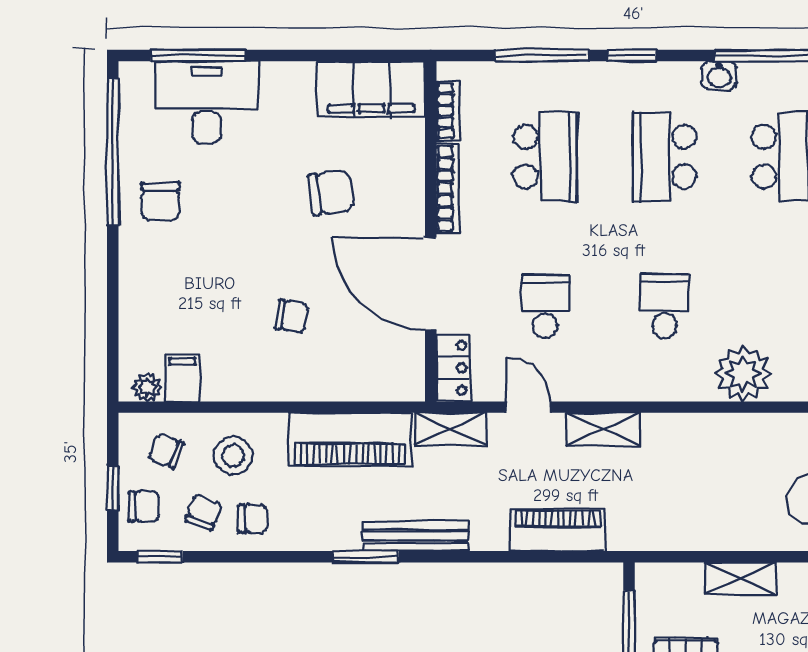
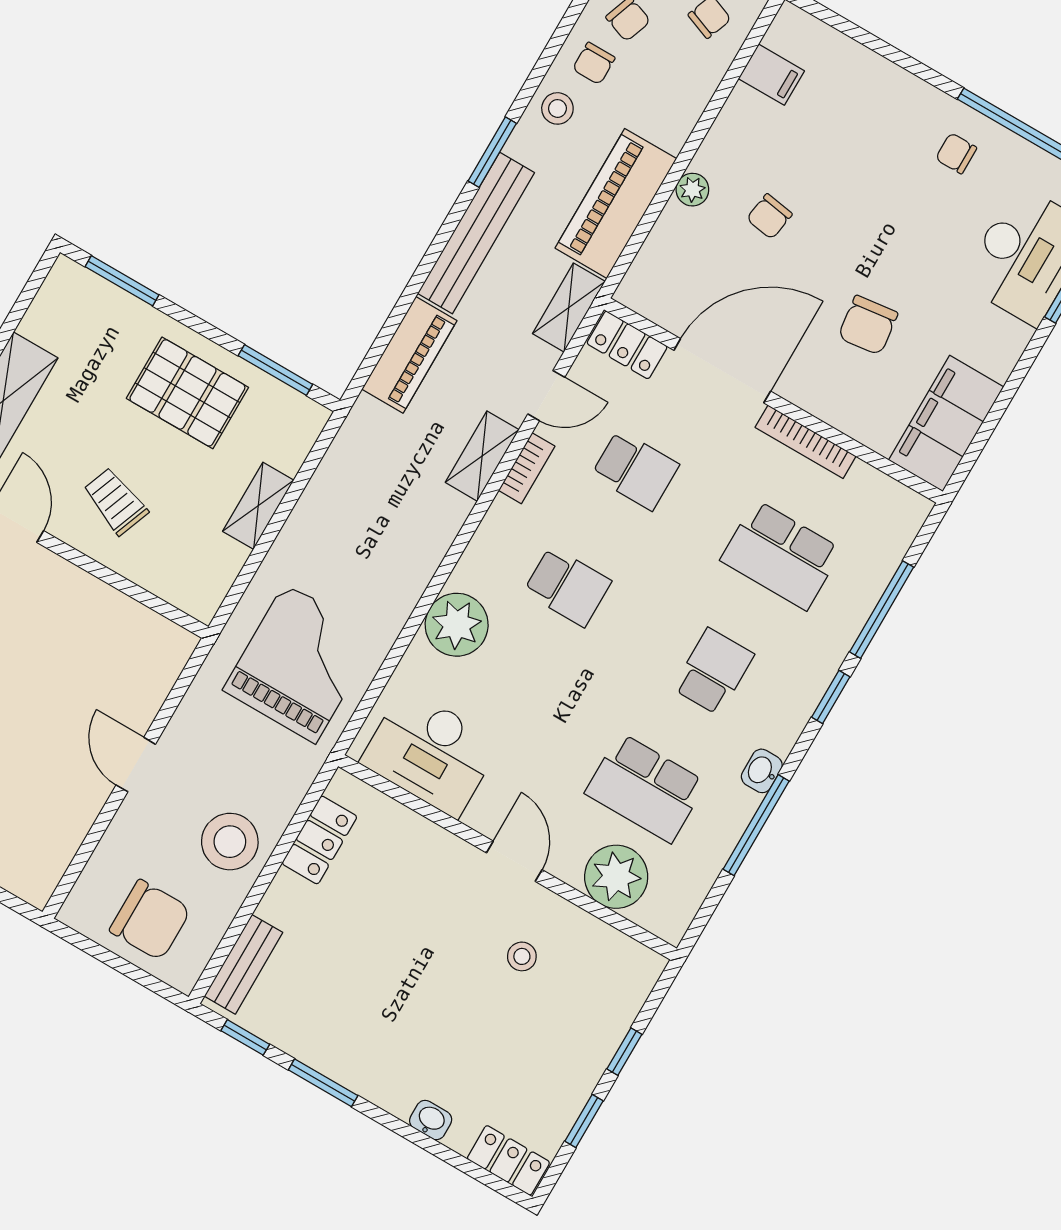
bookcase: (448, 111) -> (527, 468), moved, turned -90
school desk: (664, 157) -> (713, 671), width x0.54
chair: (160, 202) -> (956, 153), width x0.73, depth x0.73
plant: (147, 387) -> (692, 190), moved
stool: (233, 456) -> (557, 108), moved, width x0.73, depth x0.73
bench: (416, 536) -> (476, 233), width x1.37, depth x1.21

